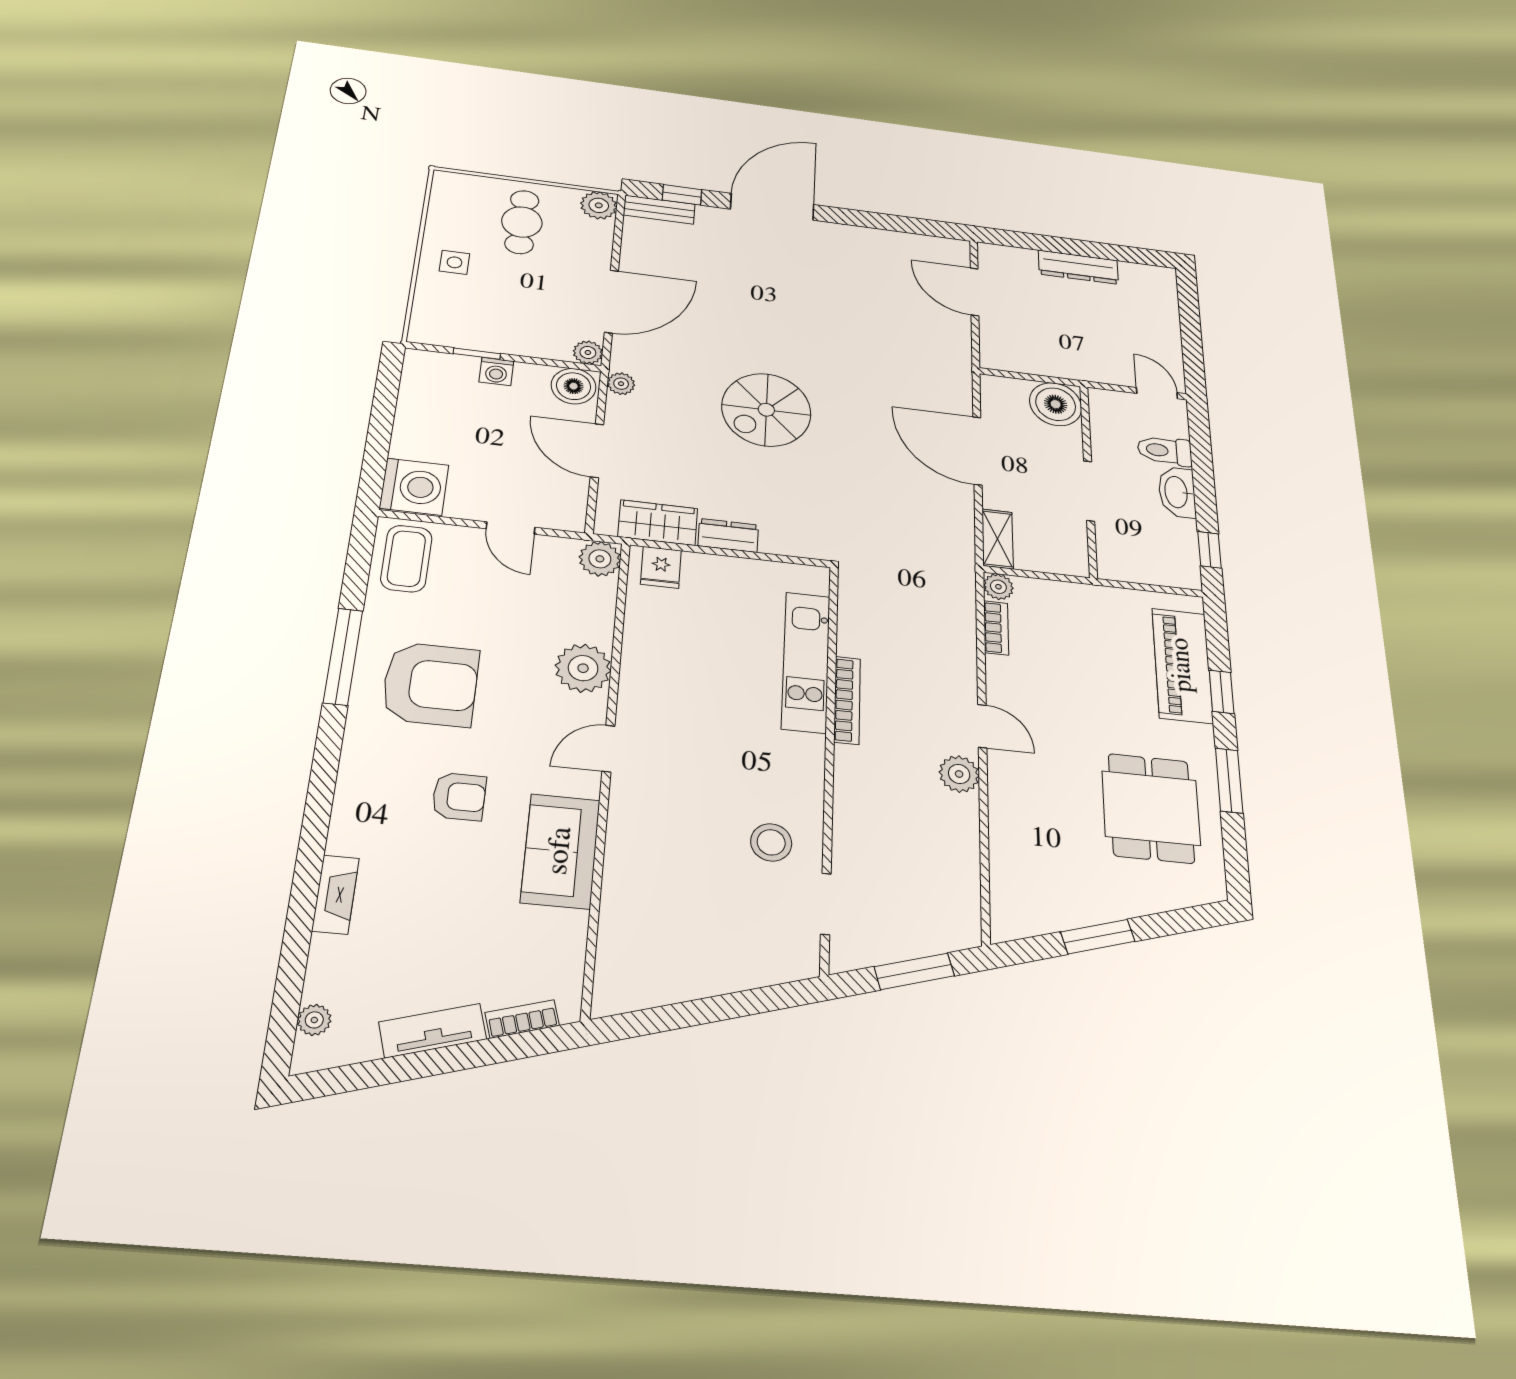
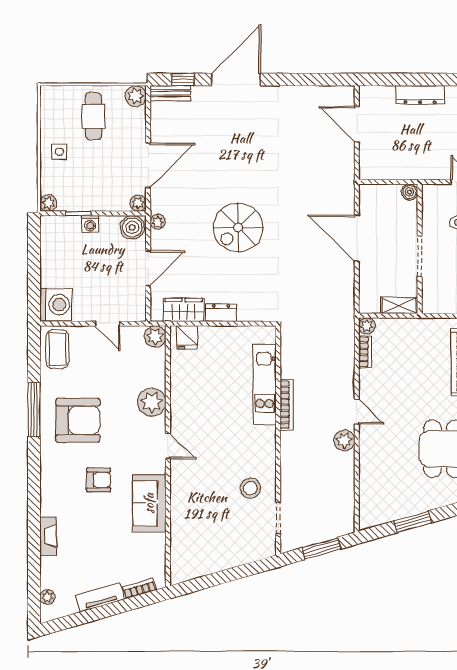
plant: (423, 332) -> (48, 203), added
boiler: (1056, 404) -> (410, 192), width x0.54, depth x0.54
door: (597, 451) -> (148, 268), swing flipped
shelving: (998, 539) -> (399, 305), moved, turned 90
door: (608, 749) -> (168, 446), swing flipped

